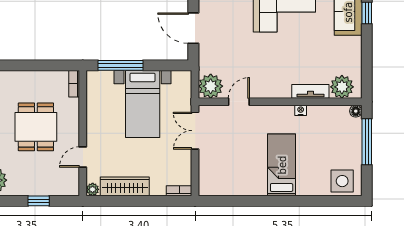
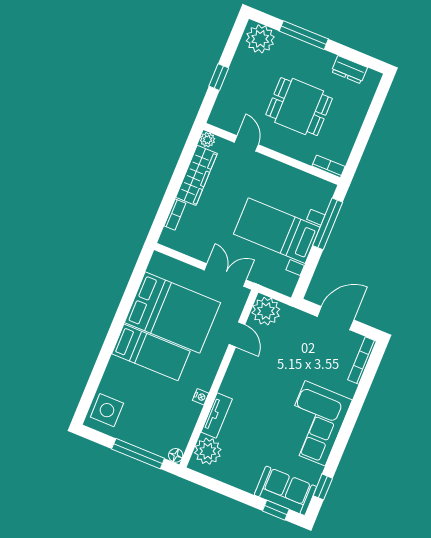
bed: (242, 161) -> (172, 313), added
bookcase: (179, 191) -> (175, 215), moved

